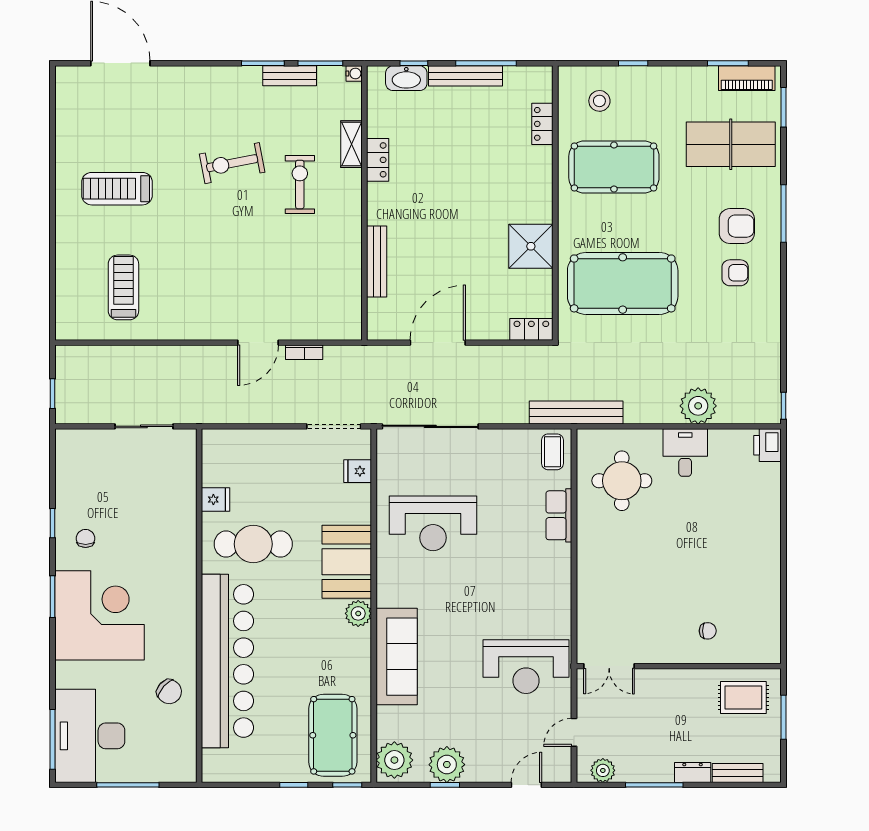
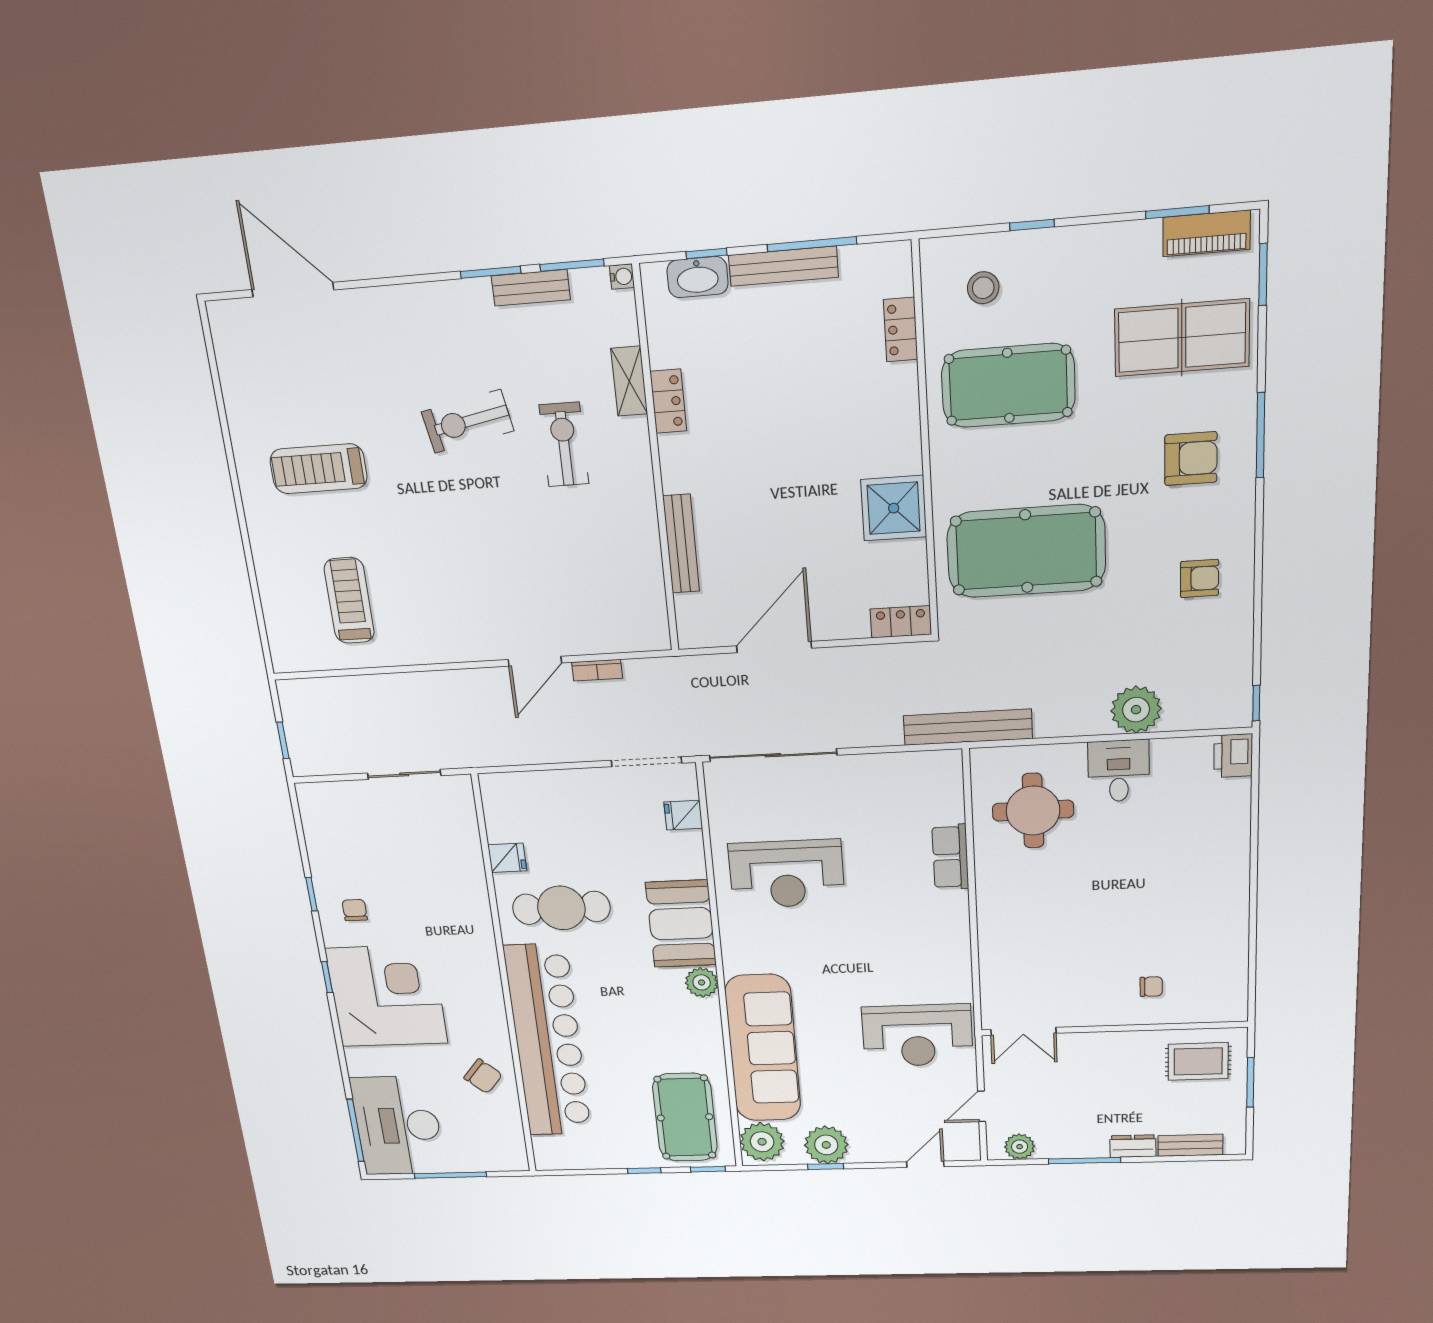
armchair: (735, 273) -> (1199, 578), moved
coffee table: (553, 452) -> (938, 779), removed
window: (52, 597) -> (327, 977), width x0.67
sofa: (397, 657) -> (763, 1048), width x1.36, depth x1.27

